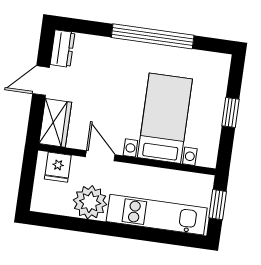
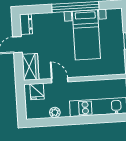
bed with nightstands: (165, 118) -> (86, 35), moved, turned 180
plant: (90, 202) -> (55, 112), width x0.53, depth x0.53

